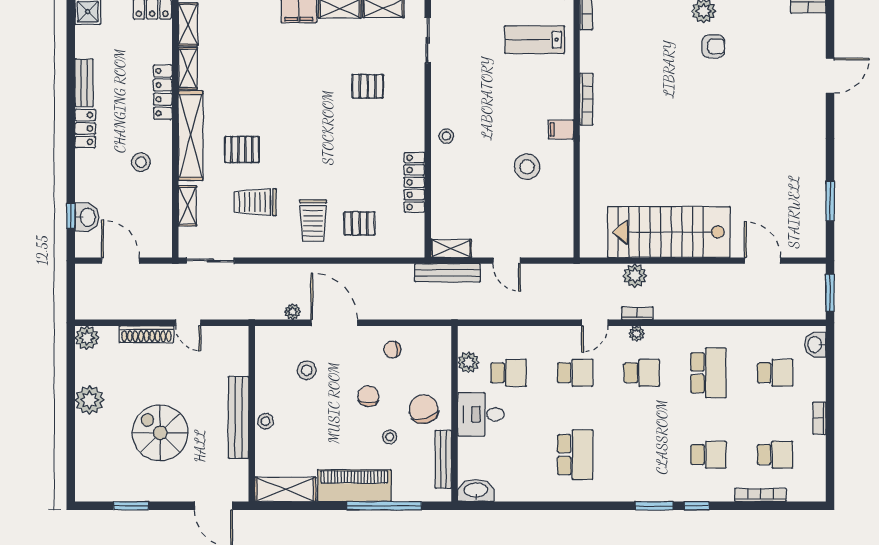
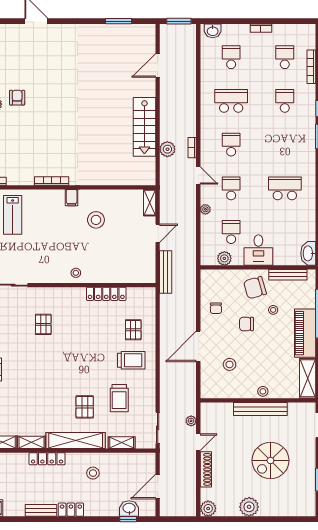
stairs: (669, 232) -> (144, 127), width x0.73, depth x0.66
shelving: (451, 248) -> (150, 203), moved
plant: (293, 312) -> (191, 421), moved
plant: (637, 334) -> (205, 209), moved

